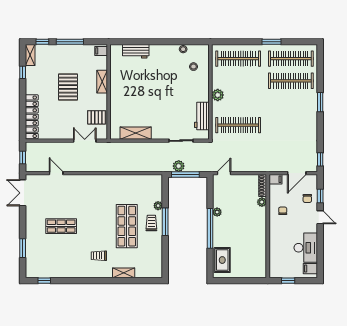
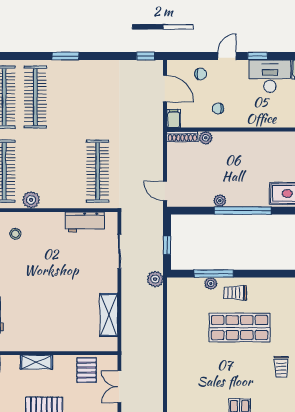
plant: (218, 95) -> (31, 200), moved
plant: (179, 166) -> (155, 279), moved
window: (185, 174) -> (167, 245), width x0.46
window: (320, 196) -> (258, 56), moved
window: (165, 222) -> (214, 274), moved

